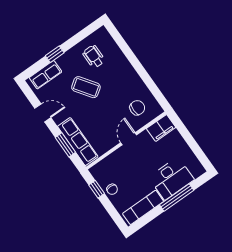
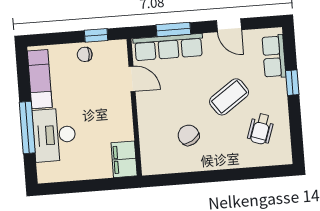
wheelchair: (94, 57) -> (261, 129), turned 109
chair: (137, 108) -> (189, 135), moved, turned 149
door: (43, 113) -> (229, 25), hinge flipped
door: (129, 139) -> (132, 79), moved

